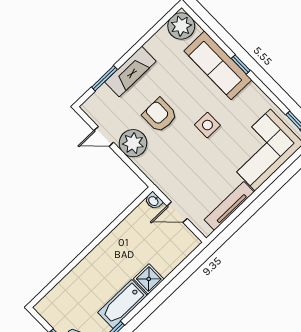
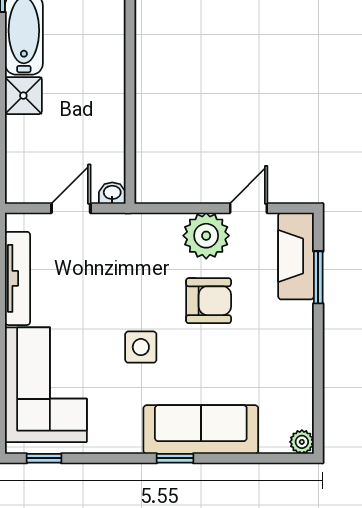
plant: (181, 26) -> (302, 442), width x0.53, depth x0.53
fireplace: (130, 72) -> (296, 256), moved

